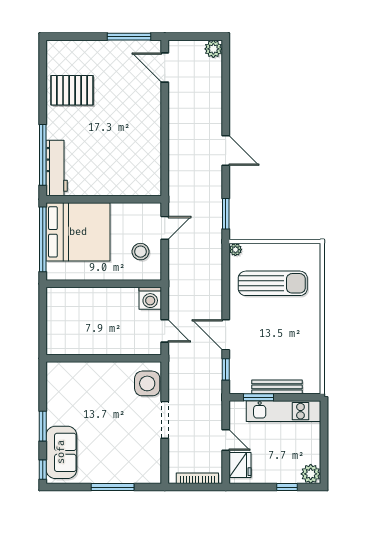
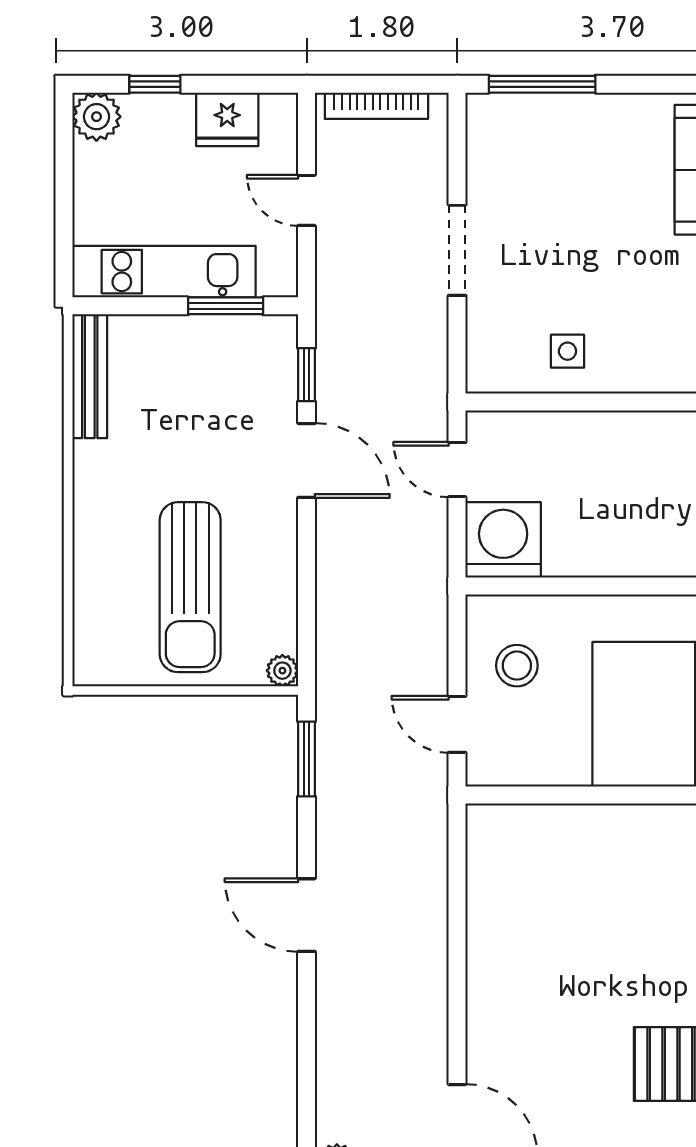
door: (165, 228) -> (457, 724), hinge flipped
sun lounger: (273, 283) -> (190, 587), turned -90
washing machine: (150, 298) -> (503, 540), width x1.37, depth x1.37
side table: (147, 383) -> (567, 351), moved, width x0.54, depth x0.54
bench: (277, 387) -> (90, 376), moved, turned 90
fridge: (240, 465) -> (227, 119), moved, turned -90
window: (113, 487) -> (542, 84), moved

